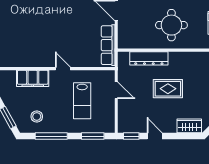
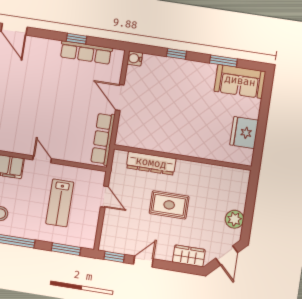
round table: (171, 25) -> (186, 126), removed
door: (155, 136) -> (143, 262), hinge flipped

